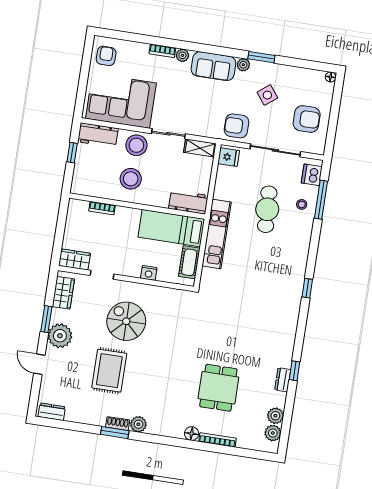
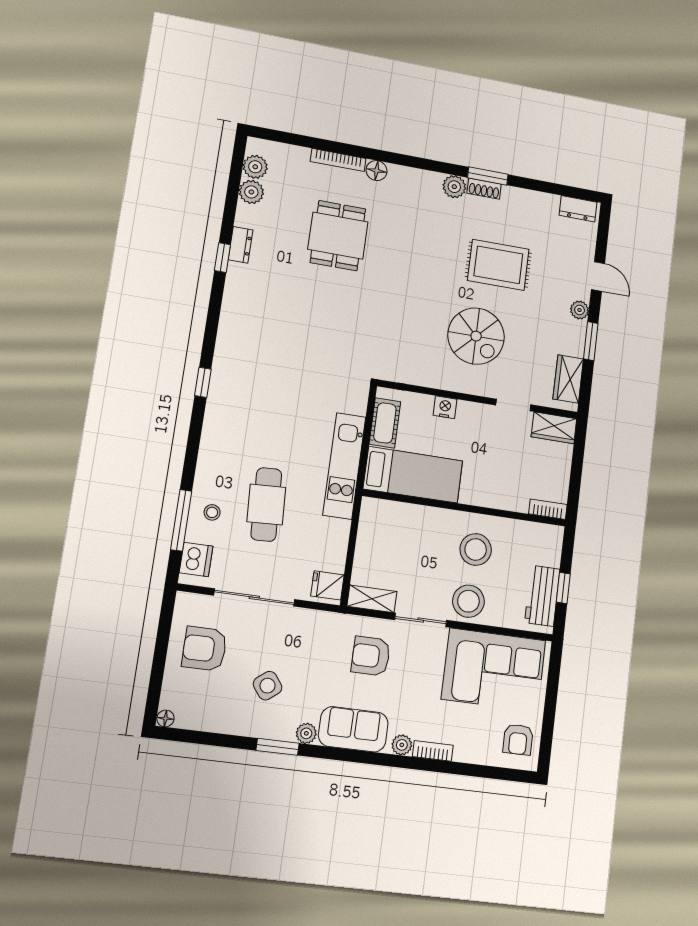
armchair: (237, 126) -> (371, 656), moved, turned 180
workbench: (98, 135) -> (542, 596), moved, turned -90
workbench: (188, 202) -> (388, 515), removed
bookcase: (102, 208) -> (548, 509), moved
plant: (60, 336) -> (580, 310), width x0.53, depth x0.53
rug: (109, 371) -> (498, 265), turned 90

